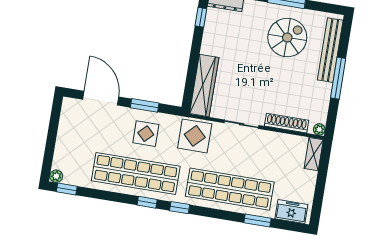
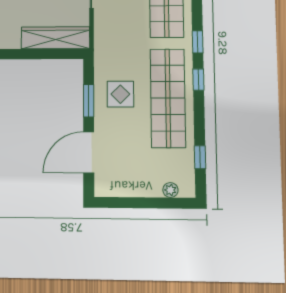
display table: (195, 136) -> (113, 39), removed
plant: (56, 176) -> (170, 190), moved
window: (67, 189) -> (200, 157), moved

